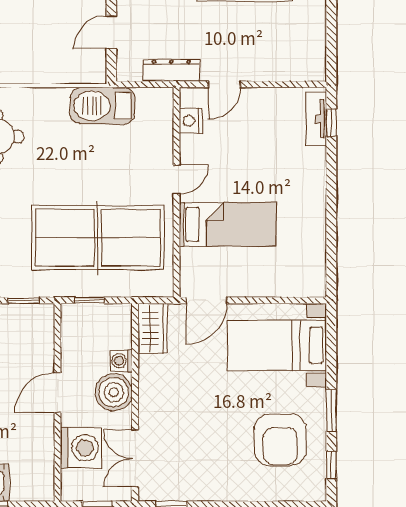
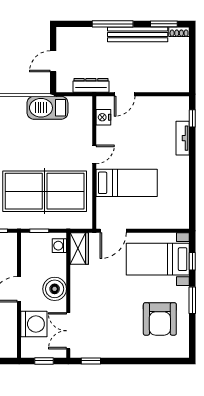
tv unit: (316, 119) -> (183, 138), moved
washing machine: (121, 361) -> (59, 246), moved
window: (331, 465) -> (192, 261), moved

